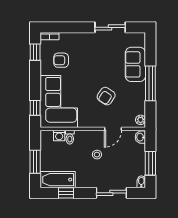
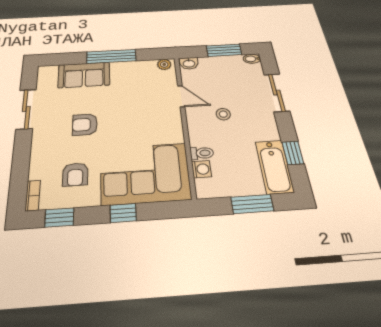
armchair: (106, 96) -> (85, 125), moved, turned 147
window: (35, 108) -> (123, 213), moved

